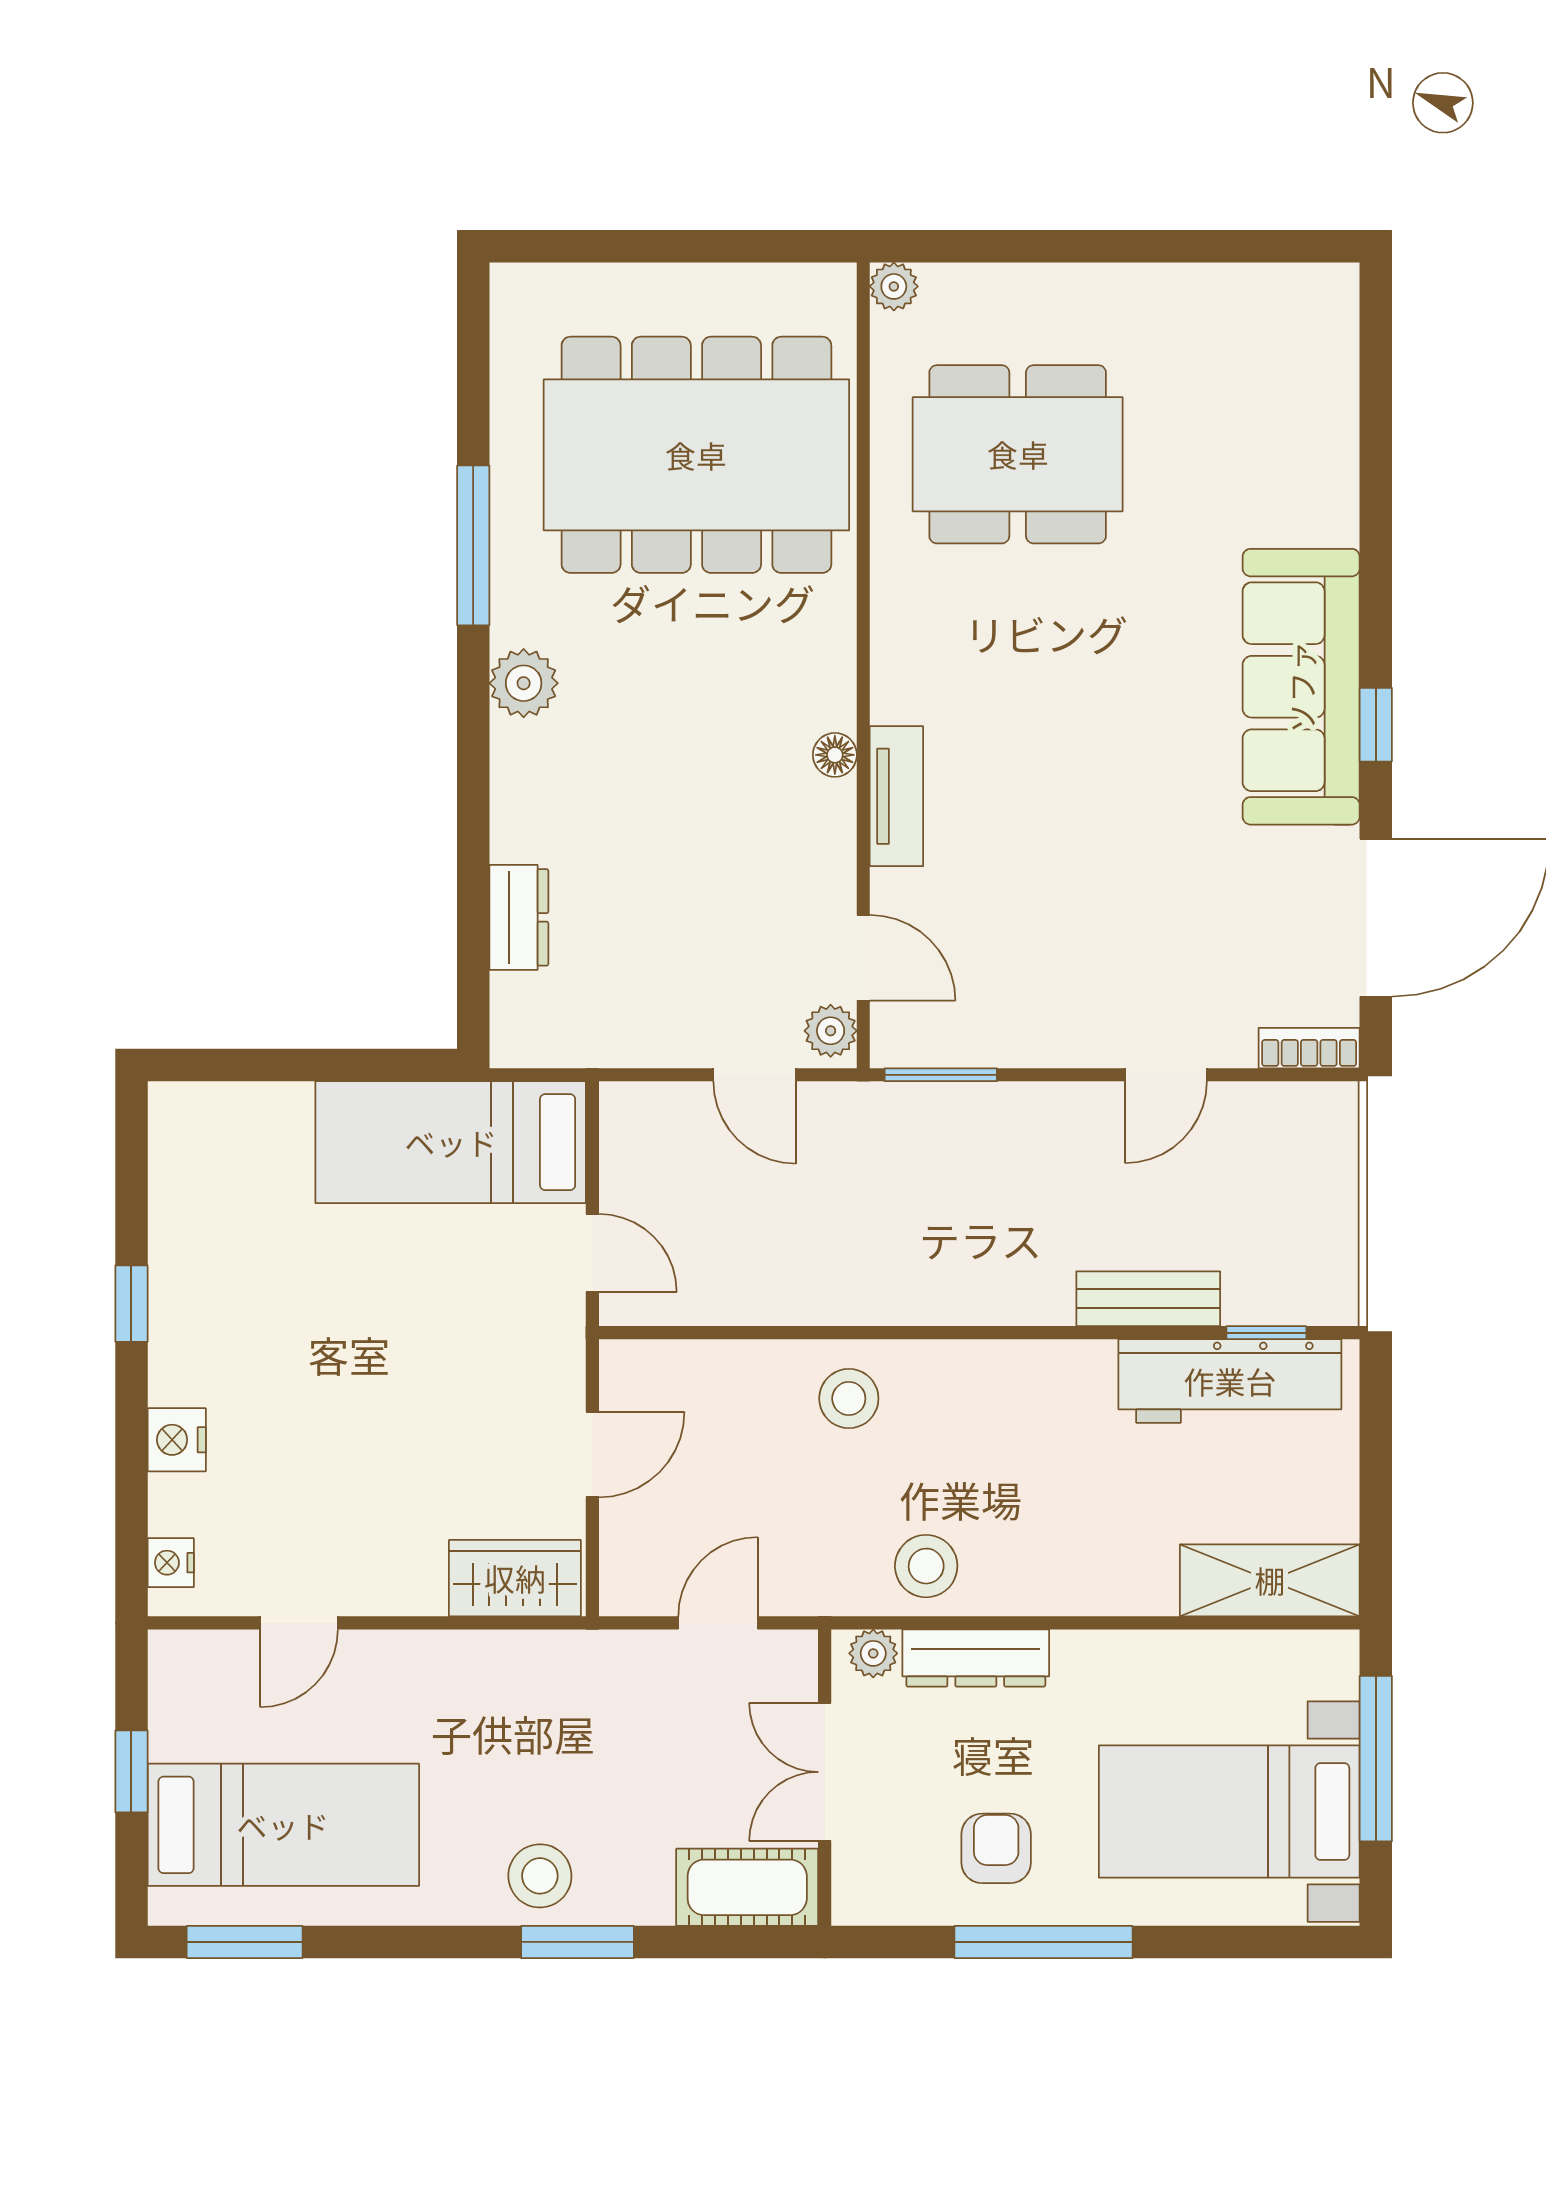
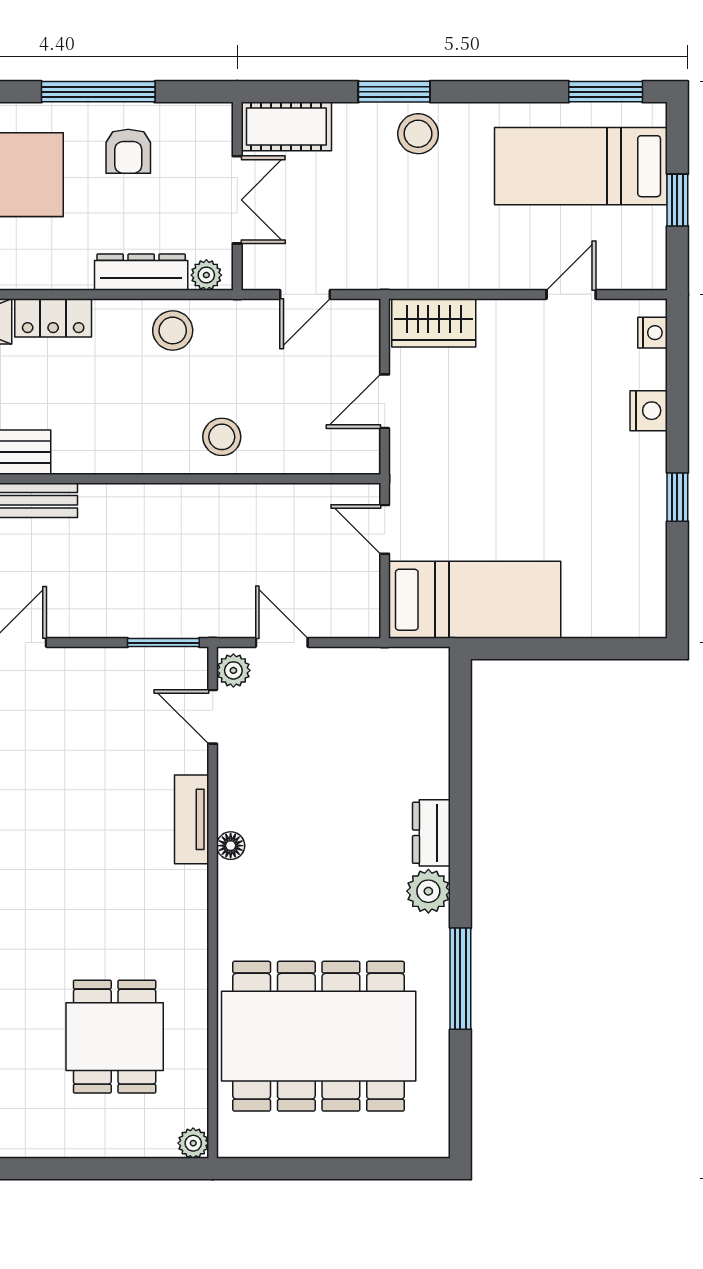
dining table: (1018, 454) -> (115, 1037), width x0.73
dresser: (519, 917) -> (431, 833), moved
locker: (1114, 1586) -> (53, 318), added

